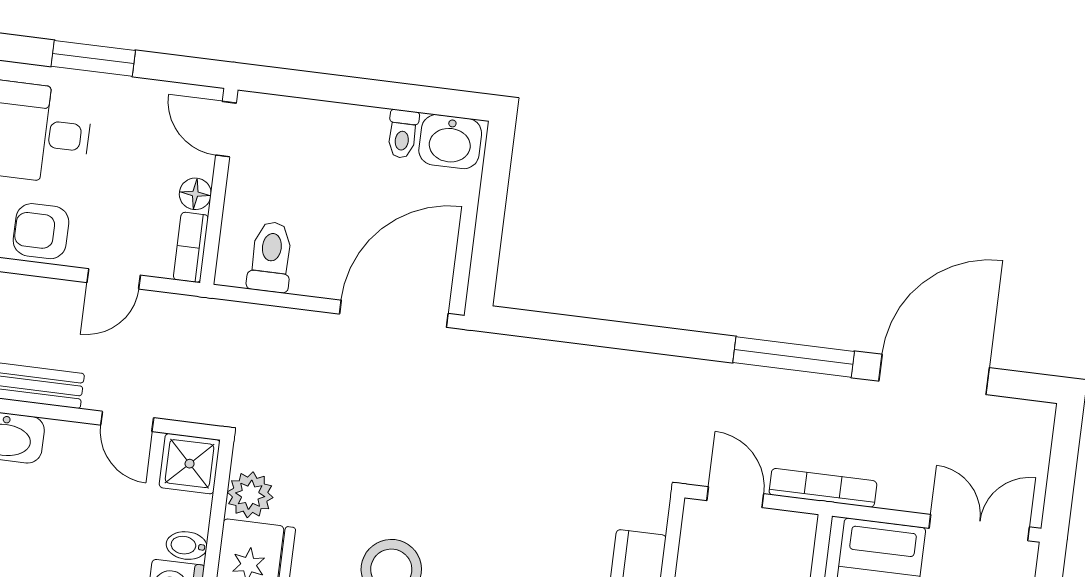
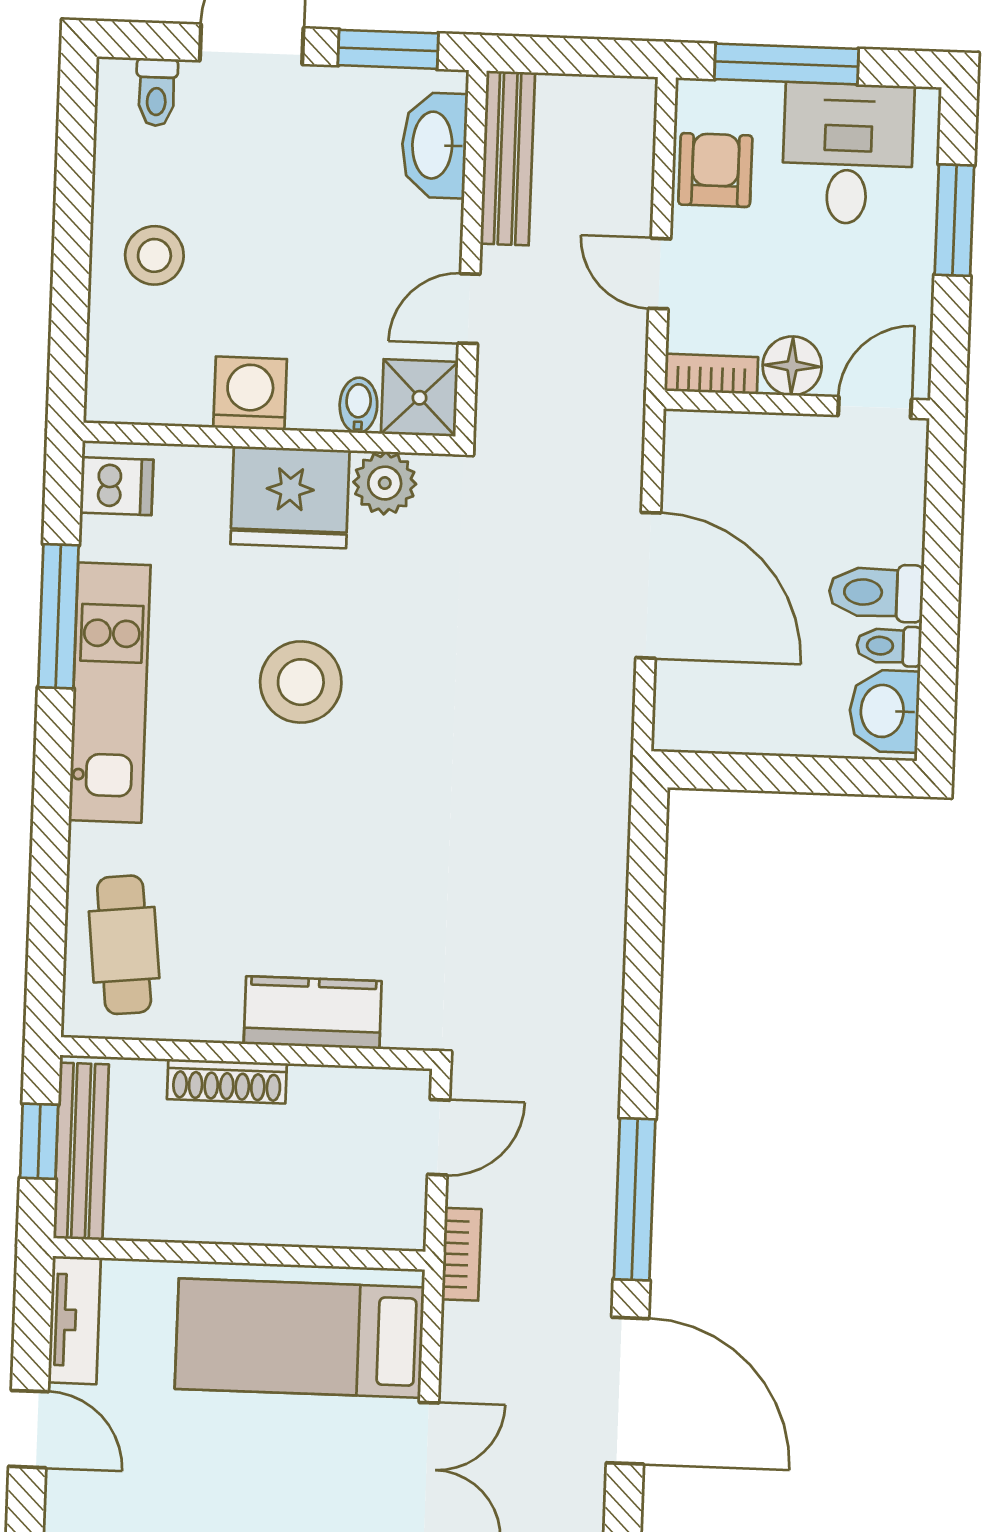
floor lamp: (195, 194) -> (792, 366), width x1.37, depth x1.37
toilet: (271, 257) -> (876, 592), moved, turned 180
door: (394, 314) -> (648, 585), moved
bookcase: (823, 488) -> (462, 1254), width x0.64
bidet: (187, 546) -> (358, 405), moved

